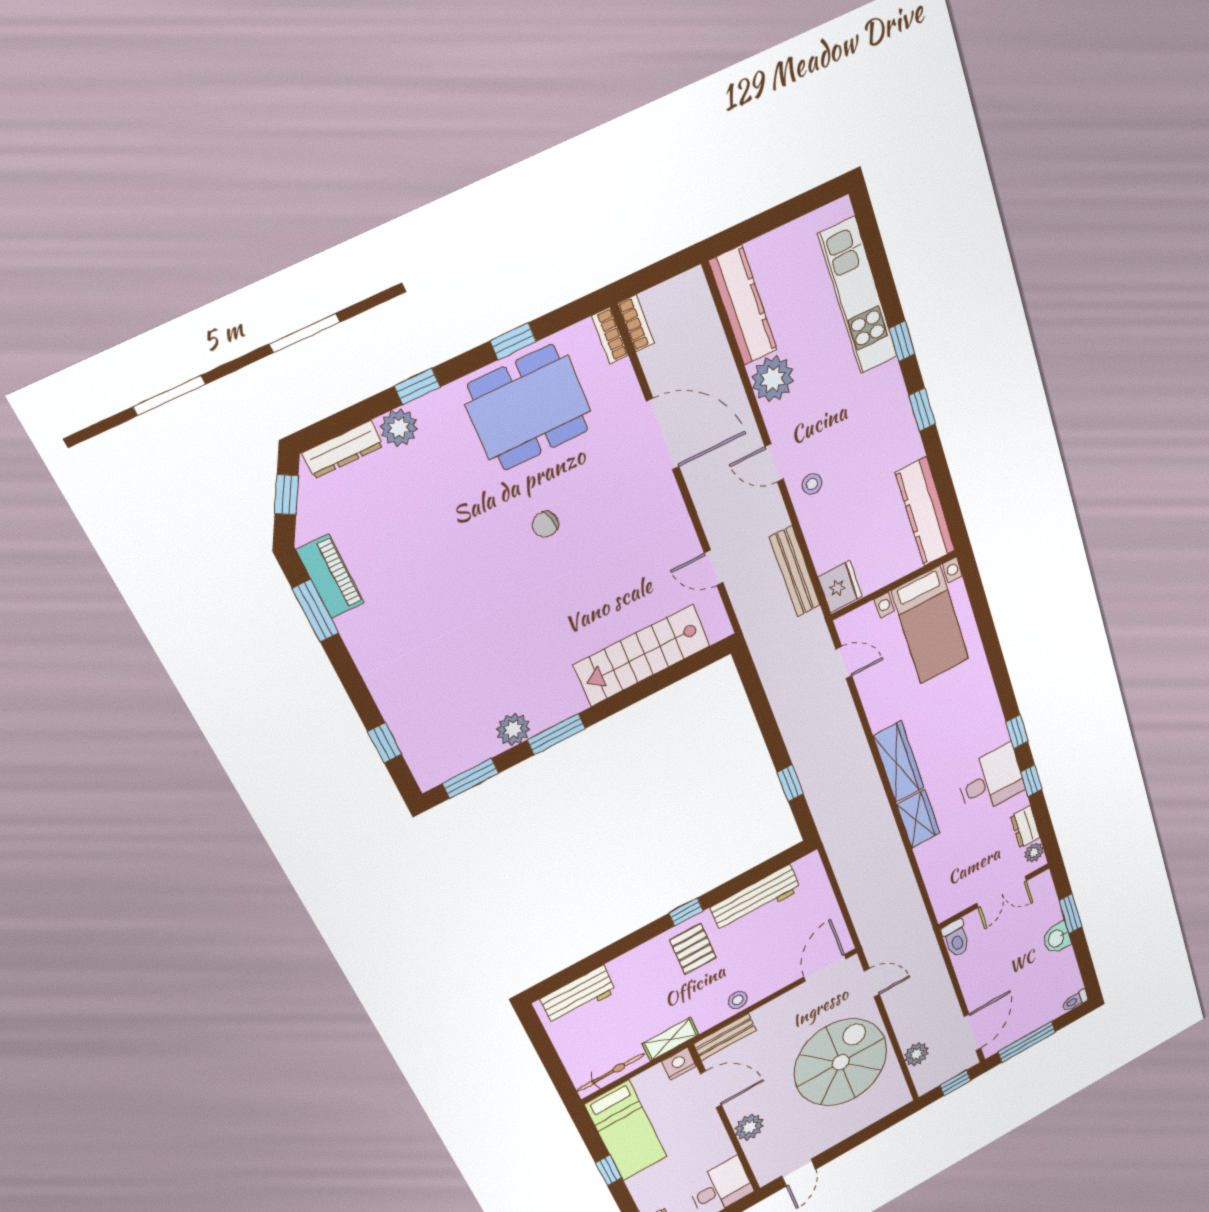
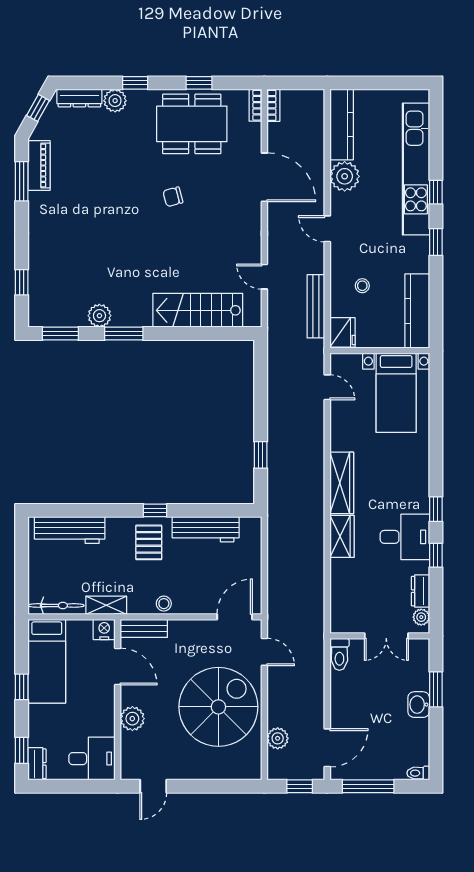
kitchen unit: (858, 296) -> (416, 169), width x1.36
stool: (812, 484) -> (362, 286), moved
workbench: (578, 995) -> (70, 530), width x1.37

